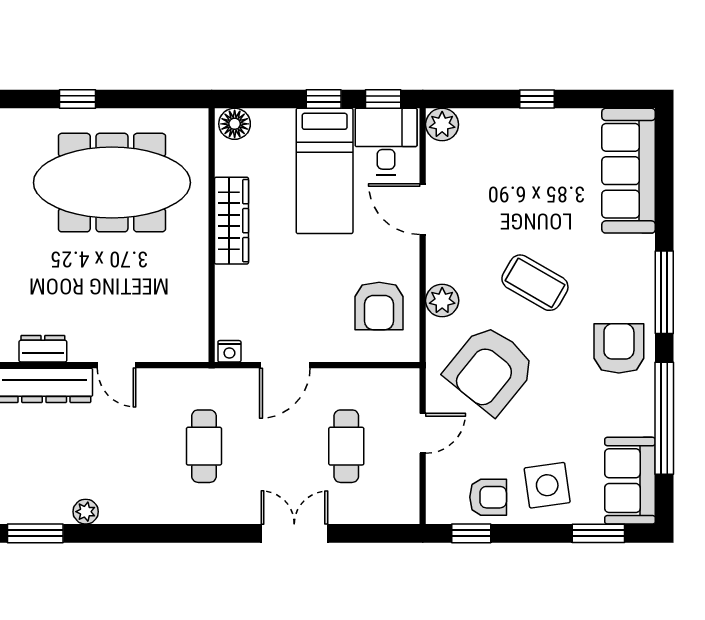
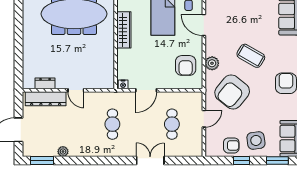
window: (471, 533) -> (241, 161), moved

